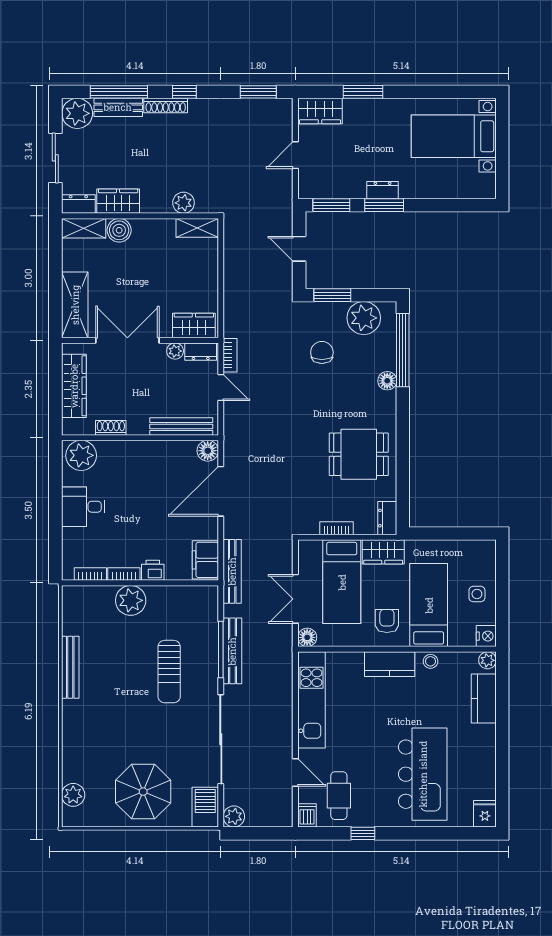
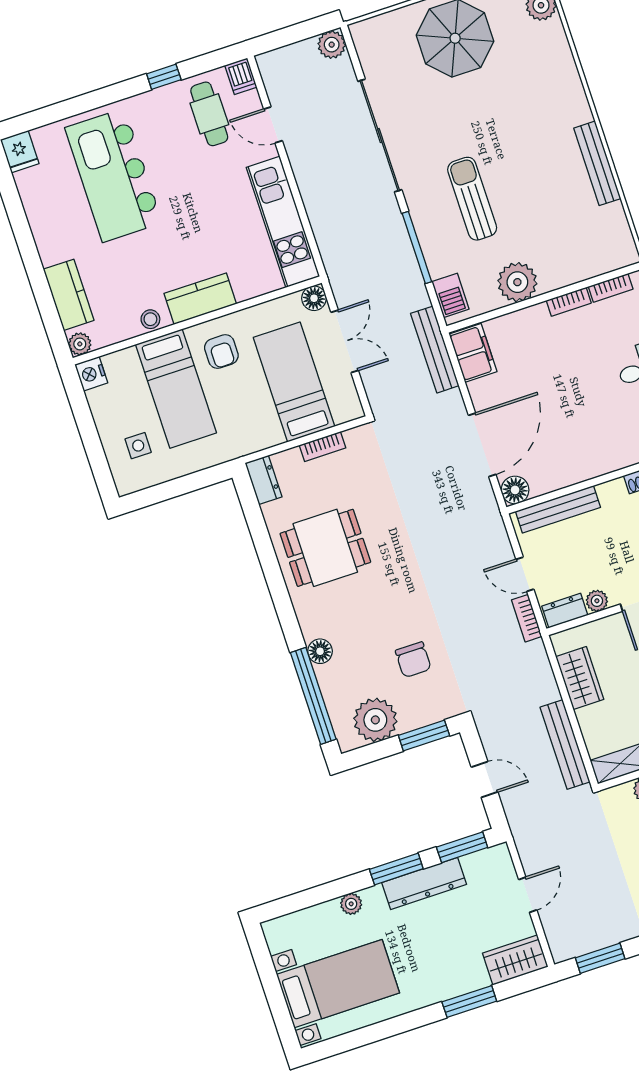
dresser: (383, 190) -> (424, 884), width x1.96, depth x1.24
plant: (425, 191) -> (351, 904), added
wardrobe: (194, 325) -> (580, 678), moved, turned -90
wardrobe: (383, 552) -> (255, 436), removed
printer: (153, 570) -> (534, 318), removed
side table: (477, 594) -> (138, 446), moved
plant: (131, 600) -> (517, 282), moved
bench: (232, 651) -> (565, 745), moved
barbecue: (205, 807) -> (450, 295), moved, width x0.73, depth x0.79

